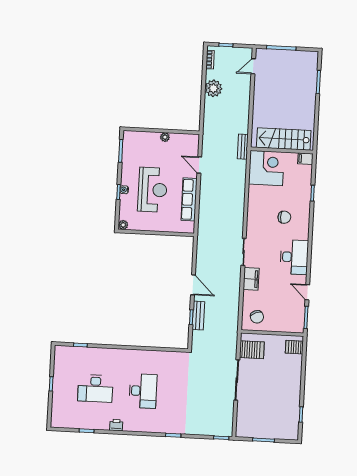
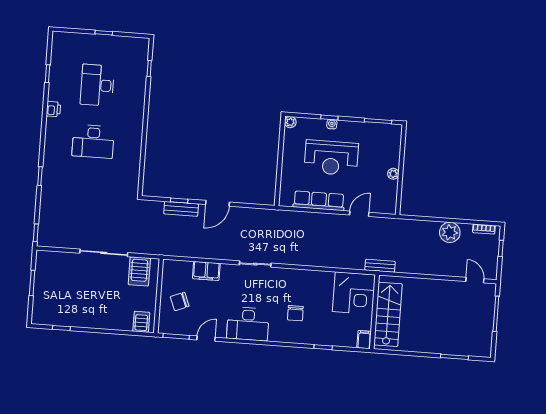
filing cabinet: (251, 279) -> (206, 271), moved
chair: (257, 317) -> (180, 301), moved

